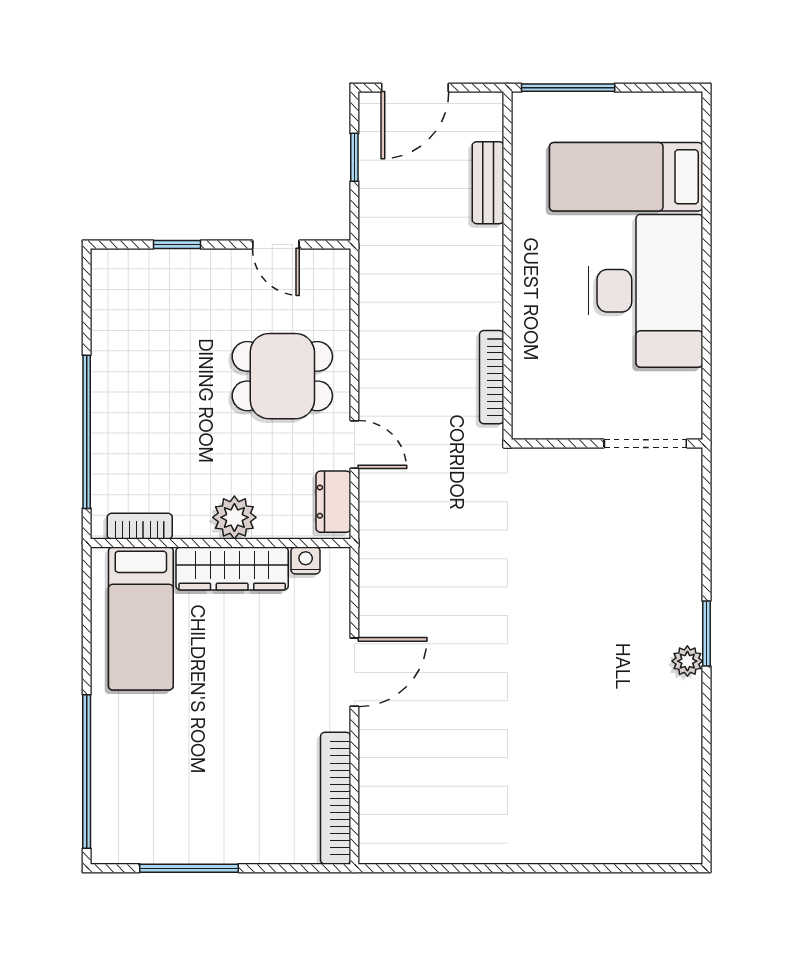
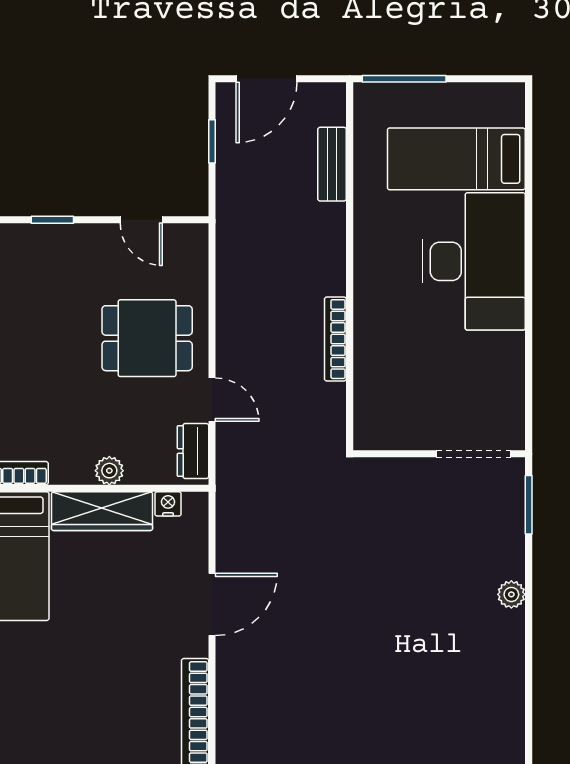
wall: (607, 443) -> (439, 454), moved
doorway: (645, 443) -> (474, 454), moved
plant: (234, 517) -> (109, 471), width x0.73, depth x0.73
window: (706, 634) -> (529, 505), moved

